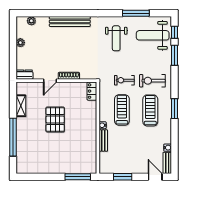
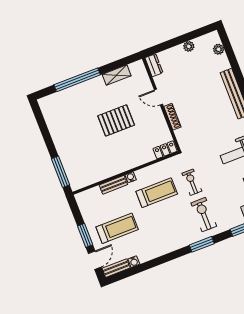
window: (174, 109) -> (202, 244), moved
treadmill: (150, 110) -> (117, 228), moved
window: (123, 177) -> (85, 235), moved

